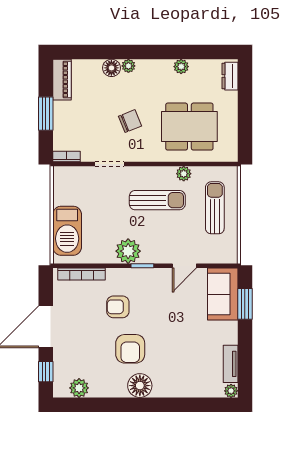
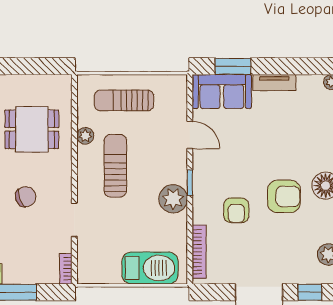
chair: (130, 121) -> (26, 197), turned 91
dining table: (189, 127) -> (32, 129), width x0.73
tv unit: (231, 364) -> (274, 83), moved

